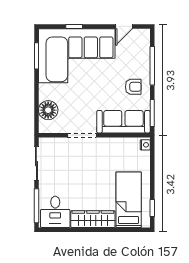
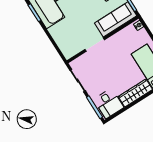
floor lamp: (48, 110) -> (64, 42), removed

